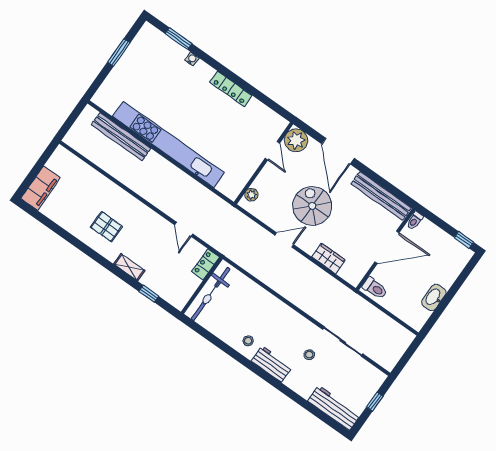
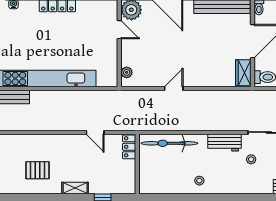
spiral stairs: (312, 206) -> (177, 49), removed
wardrobe: (328, 258) -> (243, 73), moved, turned -90
bicycle: (211, 294) -> (169, 143), moved, turned 90
workbench: (272, 364) -> (224, 143), moved, turned 180

